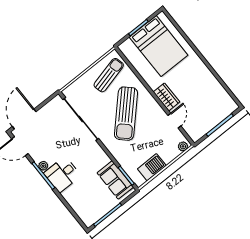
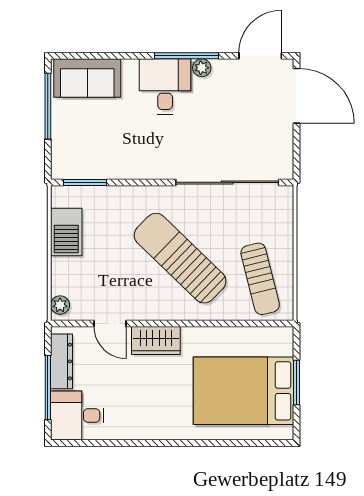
desk: (221, 104) -> (77, 415), added
dresser: (205, 128) -> (61, 361), added
sofa: (115, 180) -> (87, 78), moved, turned 180

